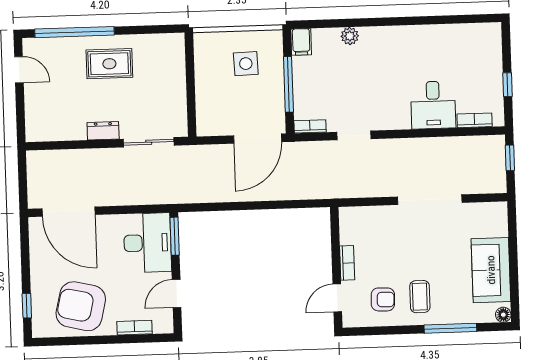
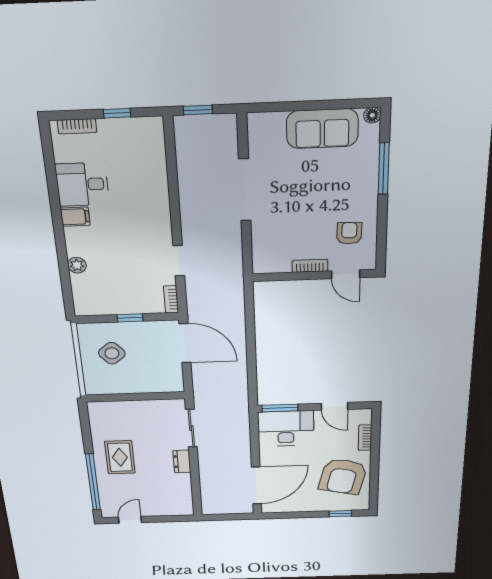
filing cabinet: (301, 42) -> (75, 217), moved
side table: (246, 64) -> (112, 353), turned -38
window: (288, 84) -> (130, 318), width x0.46
desk: (433, 105) -> (82, 184), moved, turned 180
bookcase: (475, 120) -> (77, 126), moved, turned -90
coffee table: (420, 297) -> (348, 199), removed

